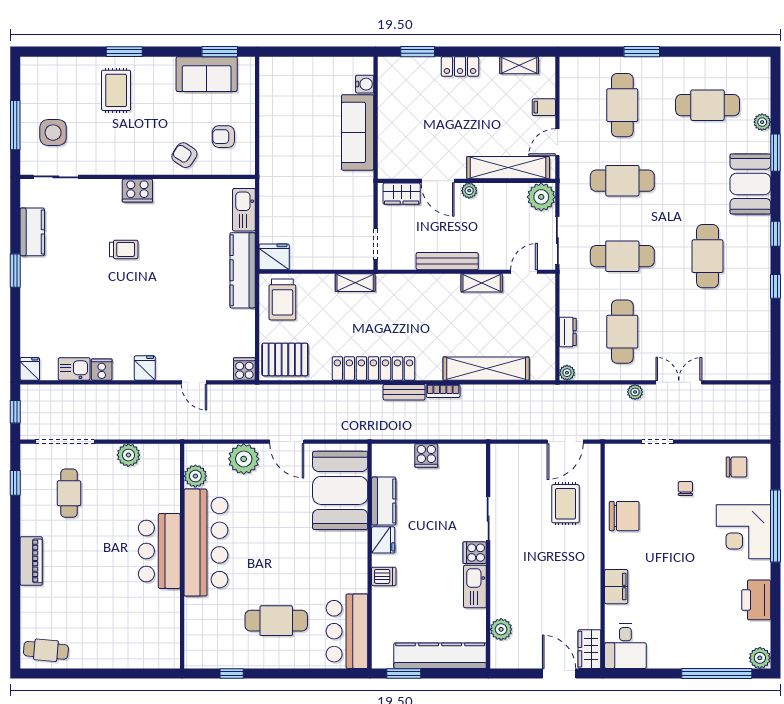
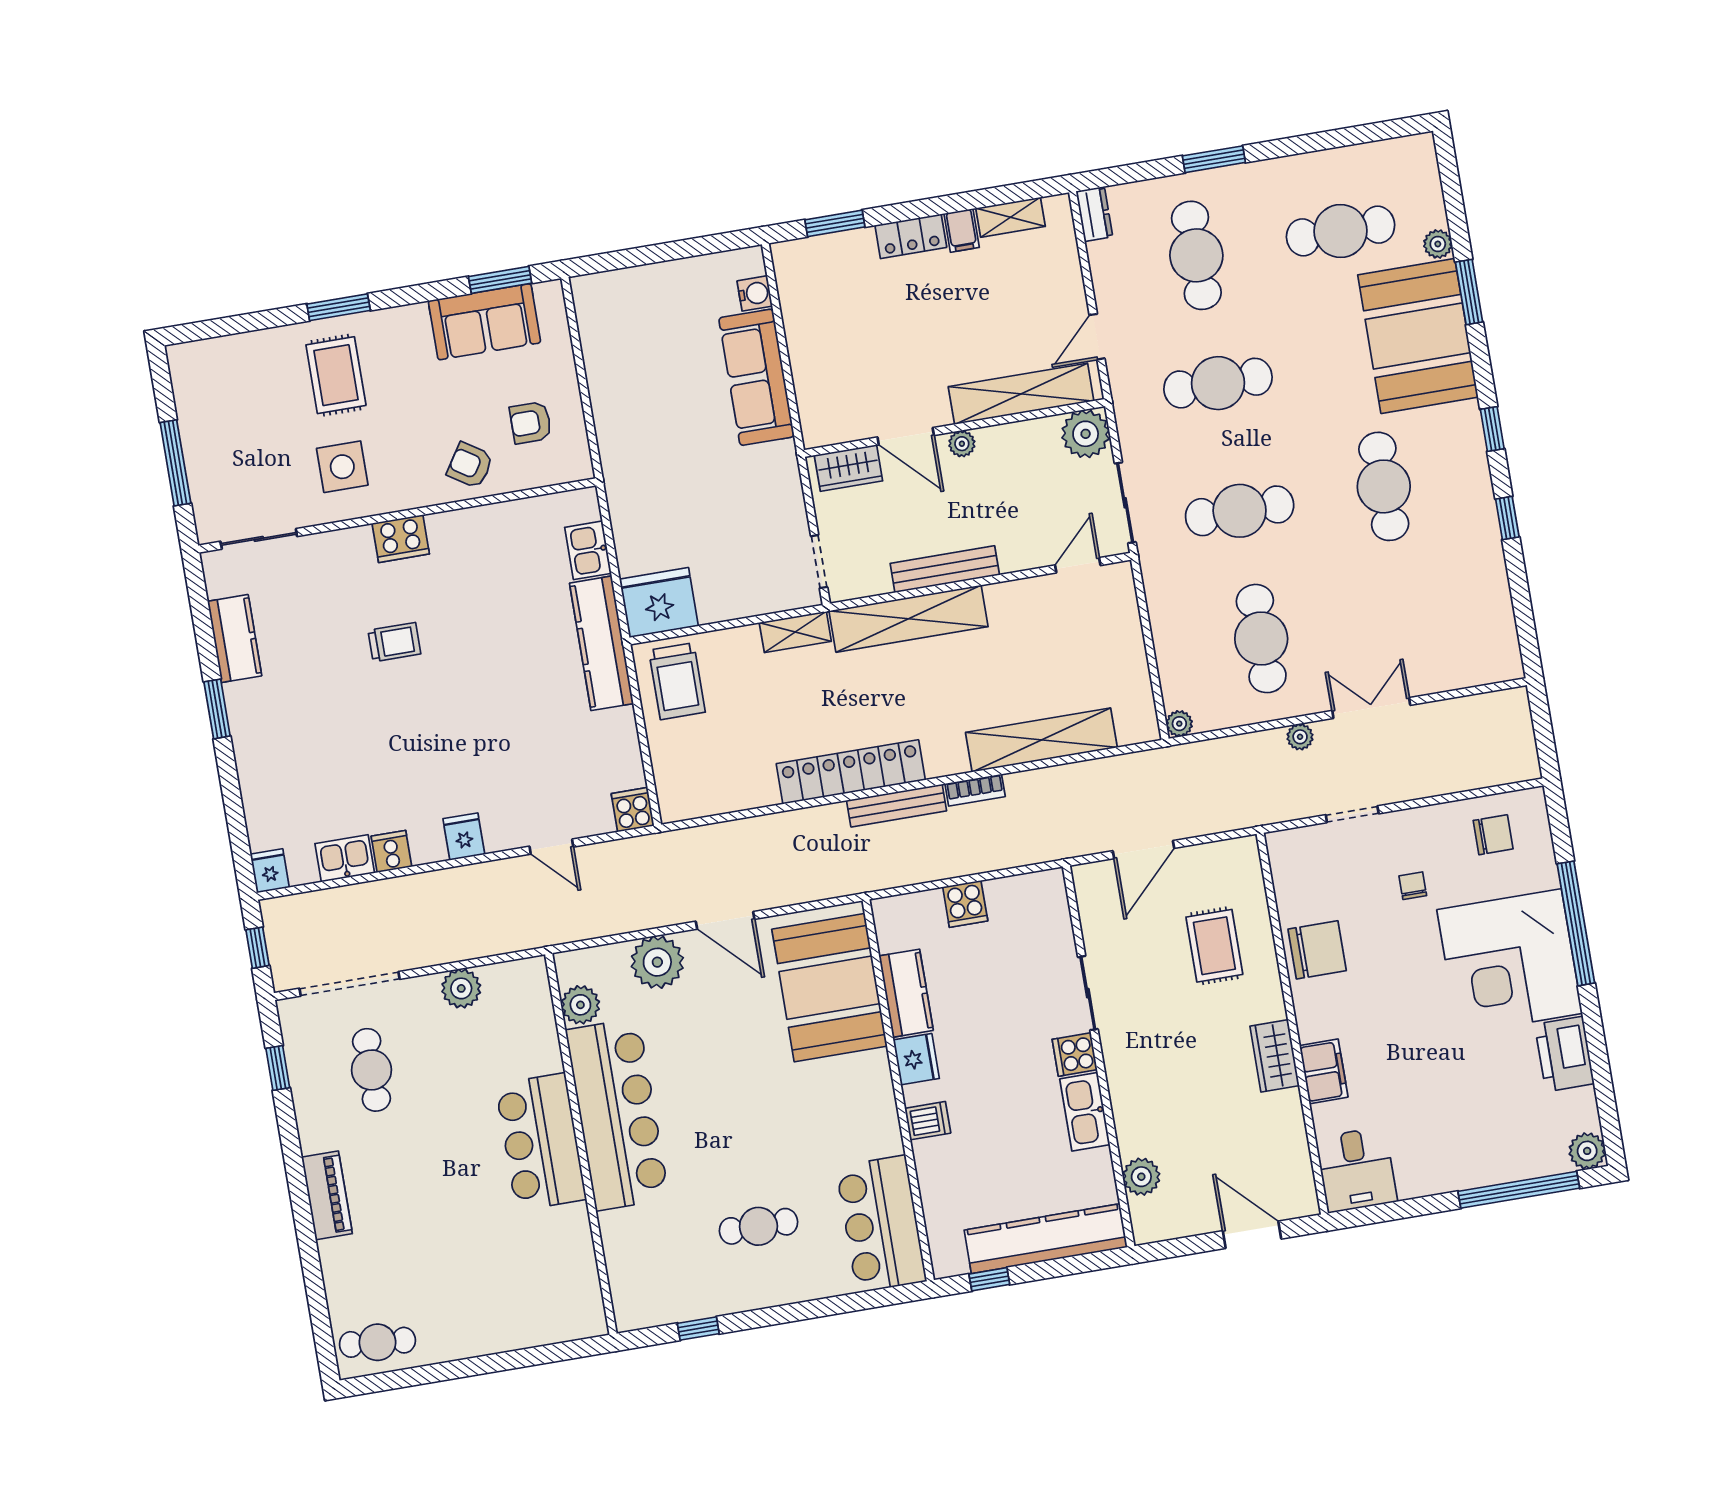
filing cabinet: (544, 107) -> (962, 230), moved, turned -90
side table: (53, 133) -> (342, 467), moved
booth: (750, 184) -> (1418, 336), width x1.36, depth x1.42
kitchen sink: (244, 210) -> (588, 550), width x0.73
fridge: (274, 257) -> (659, 603), width x1.36, depth x1.34
shelving: (482, 283) -> (909, 619), moved, width x2.20, depth x1.33
dresser: (568, 332) -> (1094, 214), moved
pallet: (285, 359) -> (699, 782), removed
bench: (404, 392) -> (897, 806), width x1.36
door: (565, 442) -> (1143, 850), moved
corner desk: (743, 532) -> (1510, 962), width x1.36, depth x1.36
cafe table: (276, 621) -> (758, 1226), width x0.73, depth x0.74
wardrobe: (589, 649) -> (1275, 1056), moved
window: (404, 674) -> (989, 1279), width x0.67

